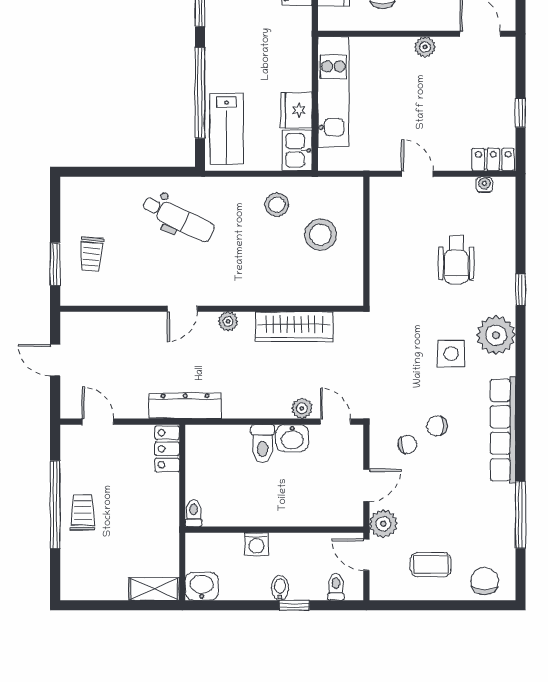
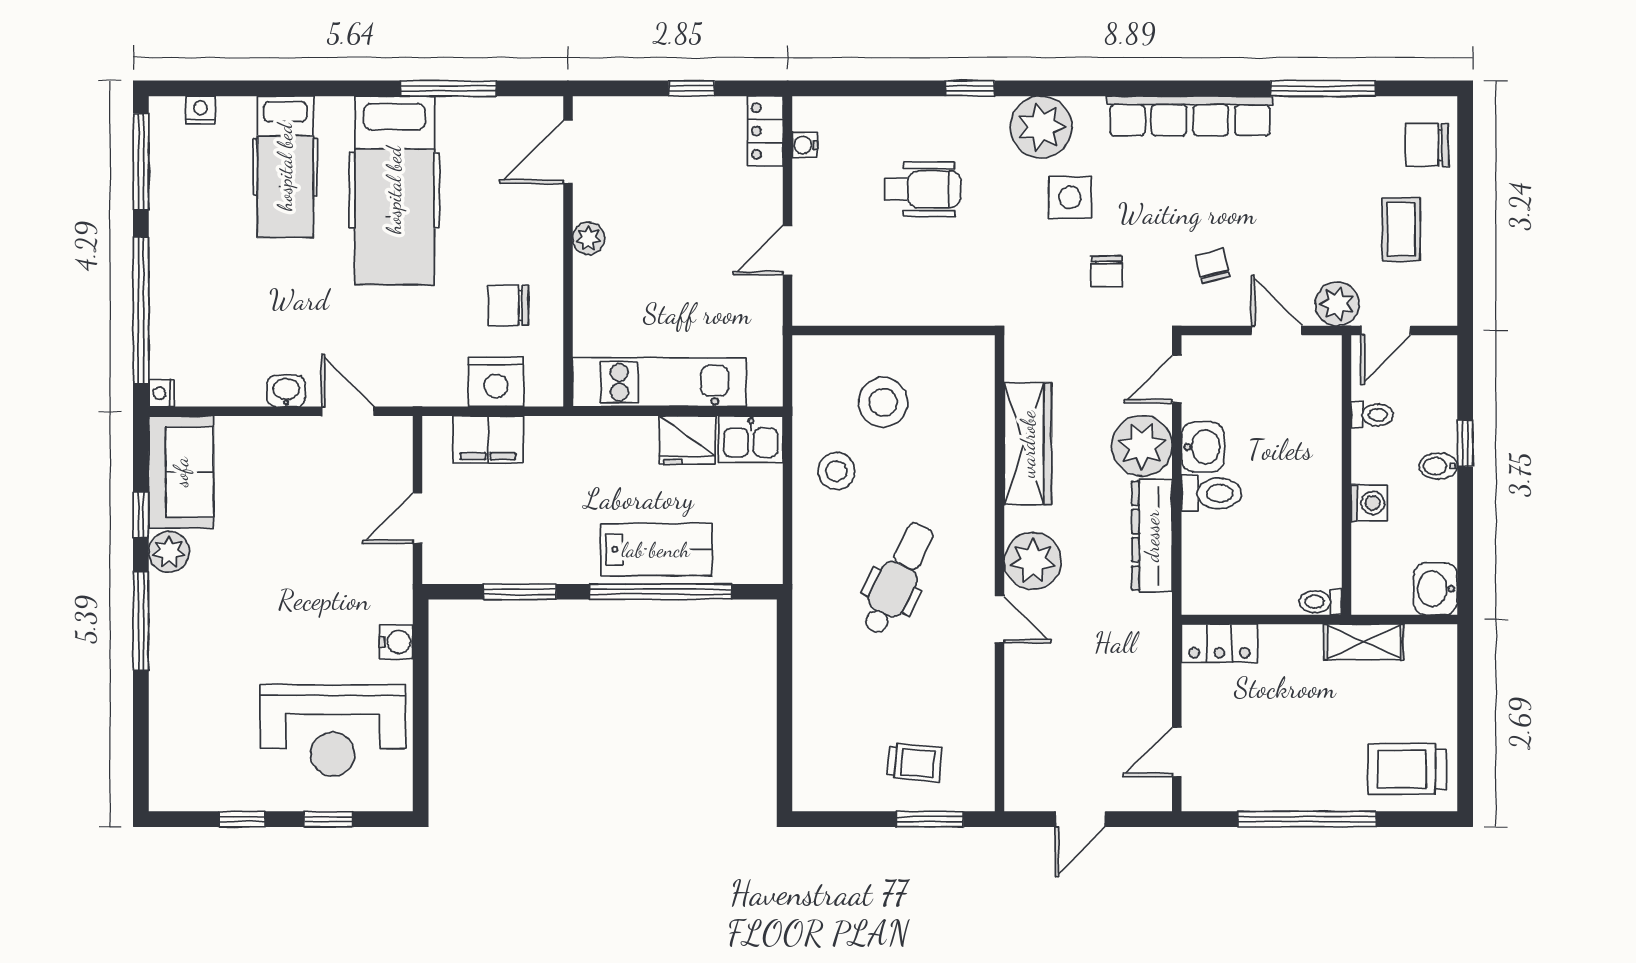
lab bench: (227, 129) -> (656, 550), moved
dental chair: (178, 218) -> (898, 579), moved
plant: (228, 321) -> (1033, 561), width x1.88, depth x1.88
dresser: (185, 406) -> (1152, 536), moved
plant: (302, 408) -> (1142, 446), width x1.87, depth x1.87
chair: (437, 426) -> (1107, 272), moved
trolley: (83, 512) -> (1407, 769), moved, width x1.36, depth x1.39
toilet: (336, 587) -> (1372, 415), moved, turned 180
shelving: (154, 589) -> (1364, 642), moved, turned 90

